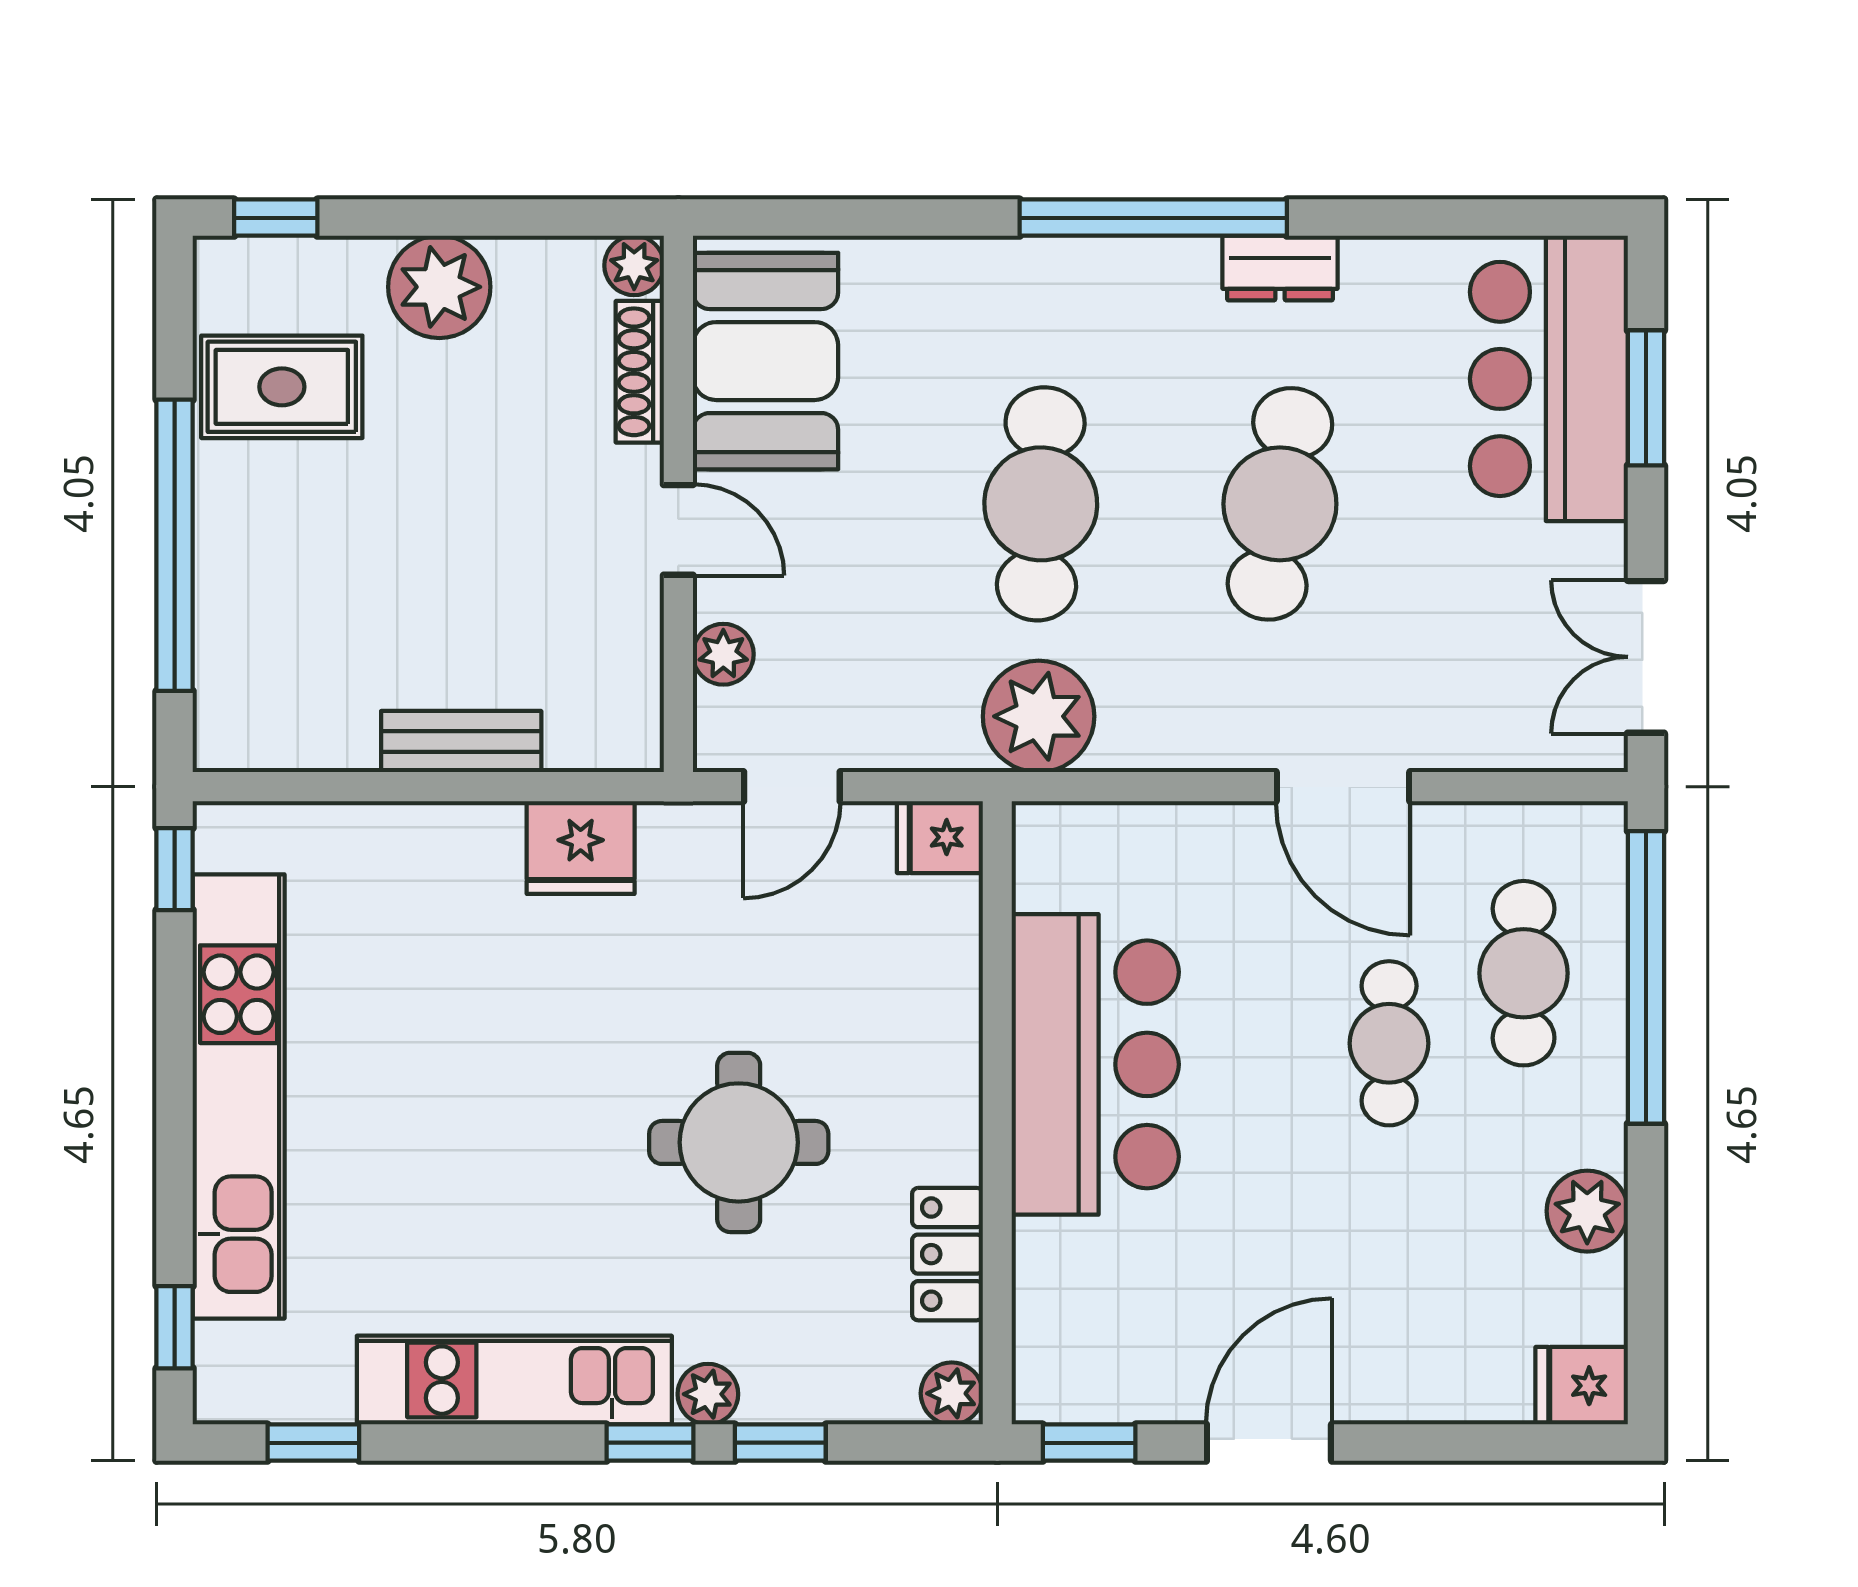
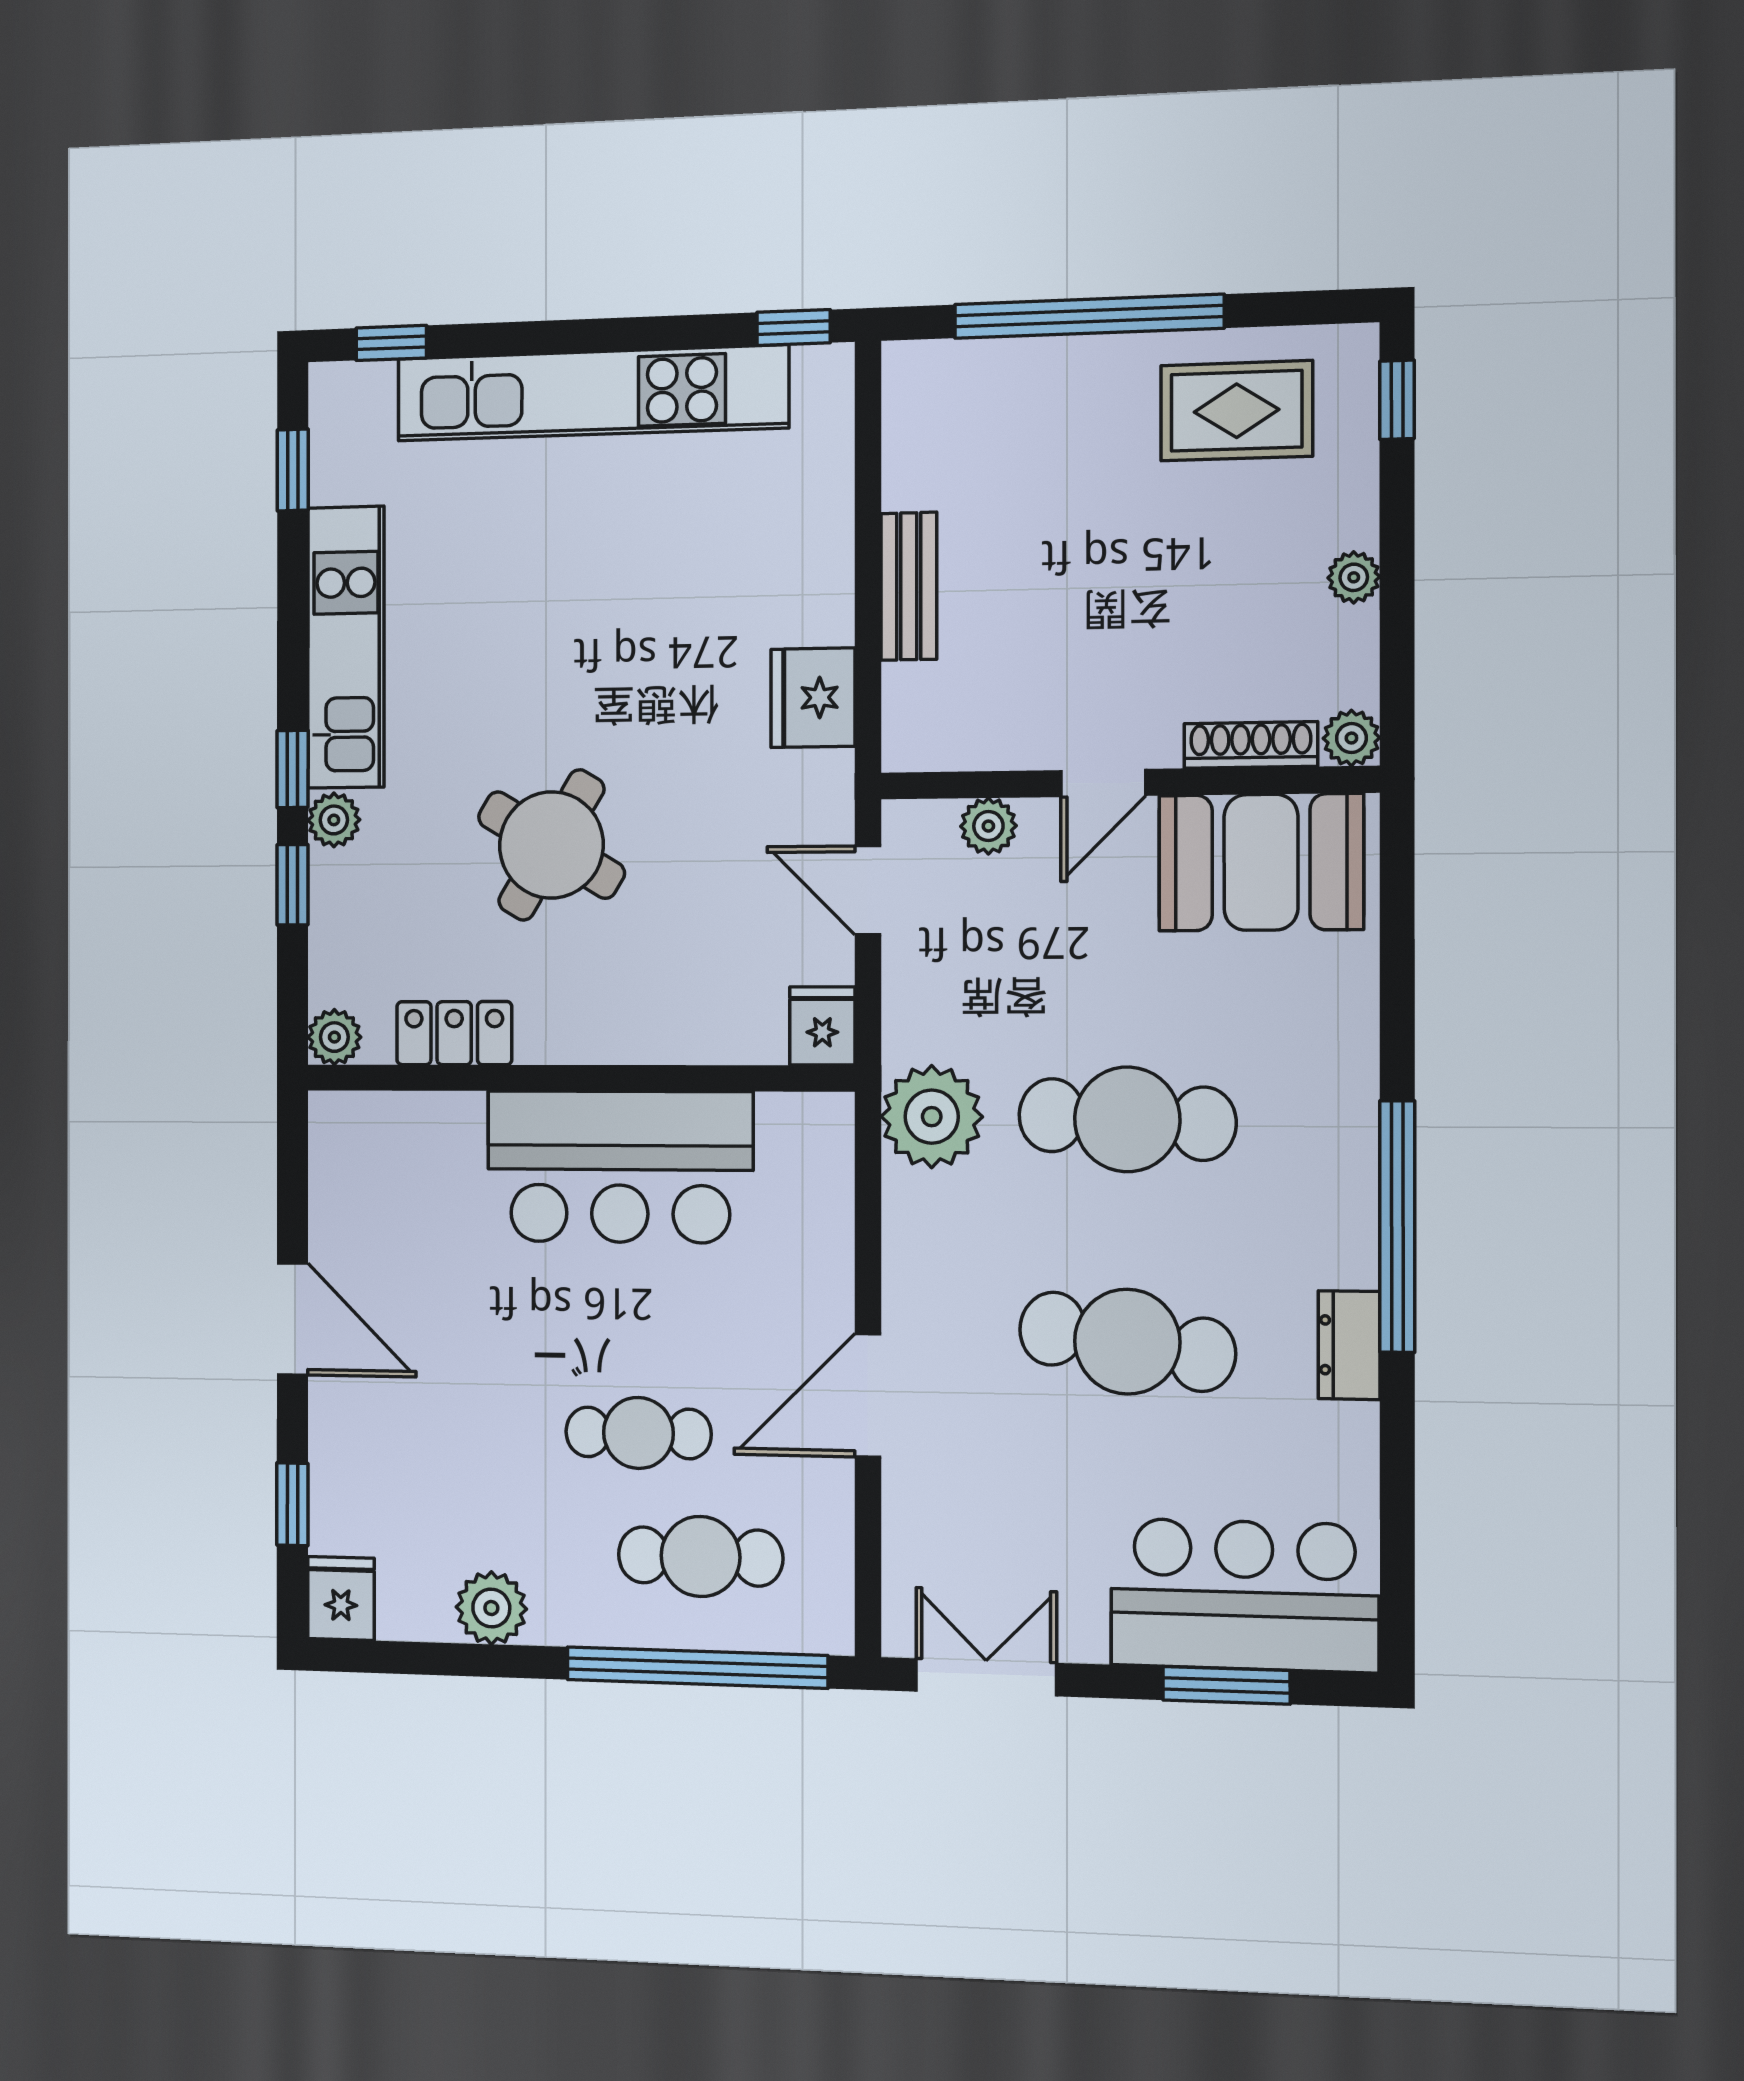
plant: (439, 287) -> (1354, 577), width x0.53, depth x0.53
rug: (282, 387) -> (1237, 411), turned 90
round table: (739, 1142) -> (551, 845), turned 31
window: (1089, 1443) -> (292, 1504), moved

